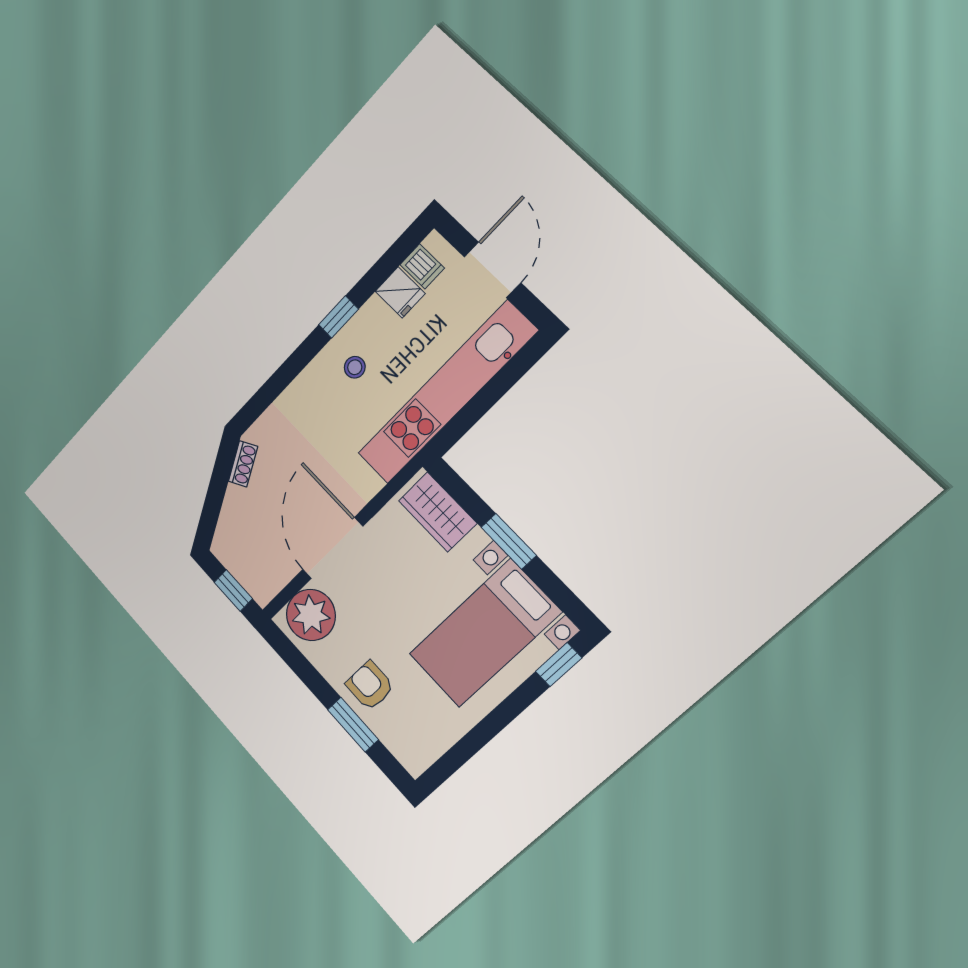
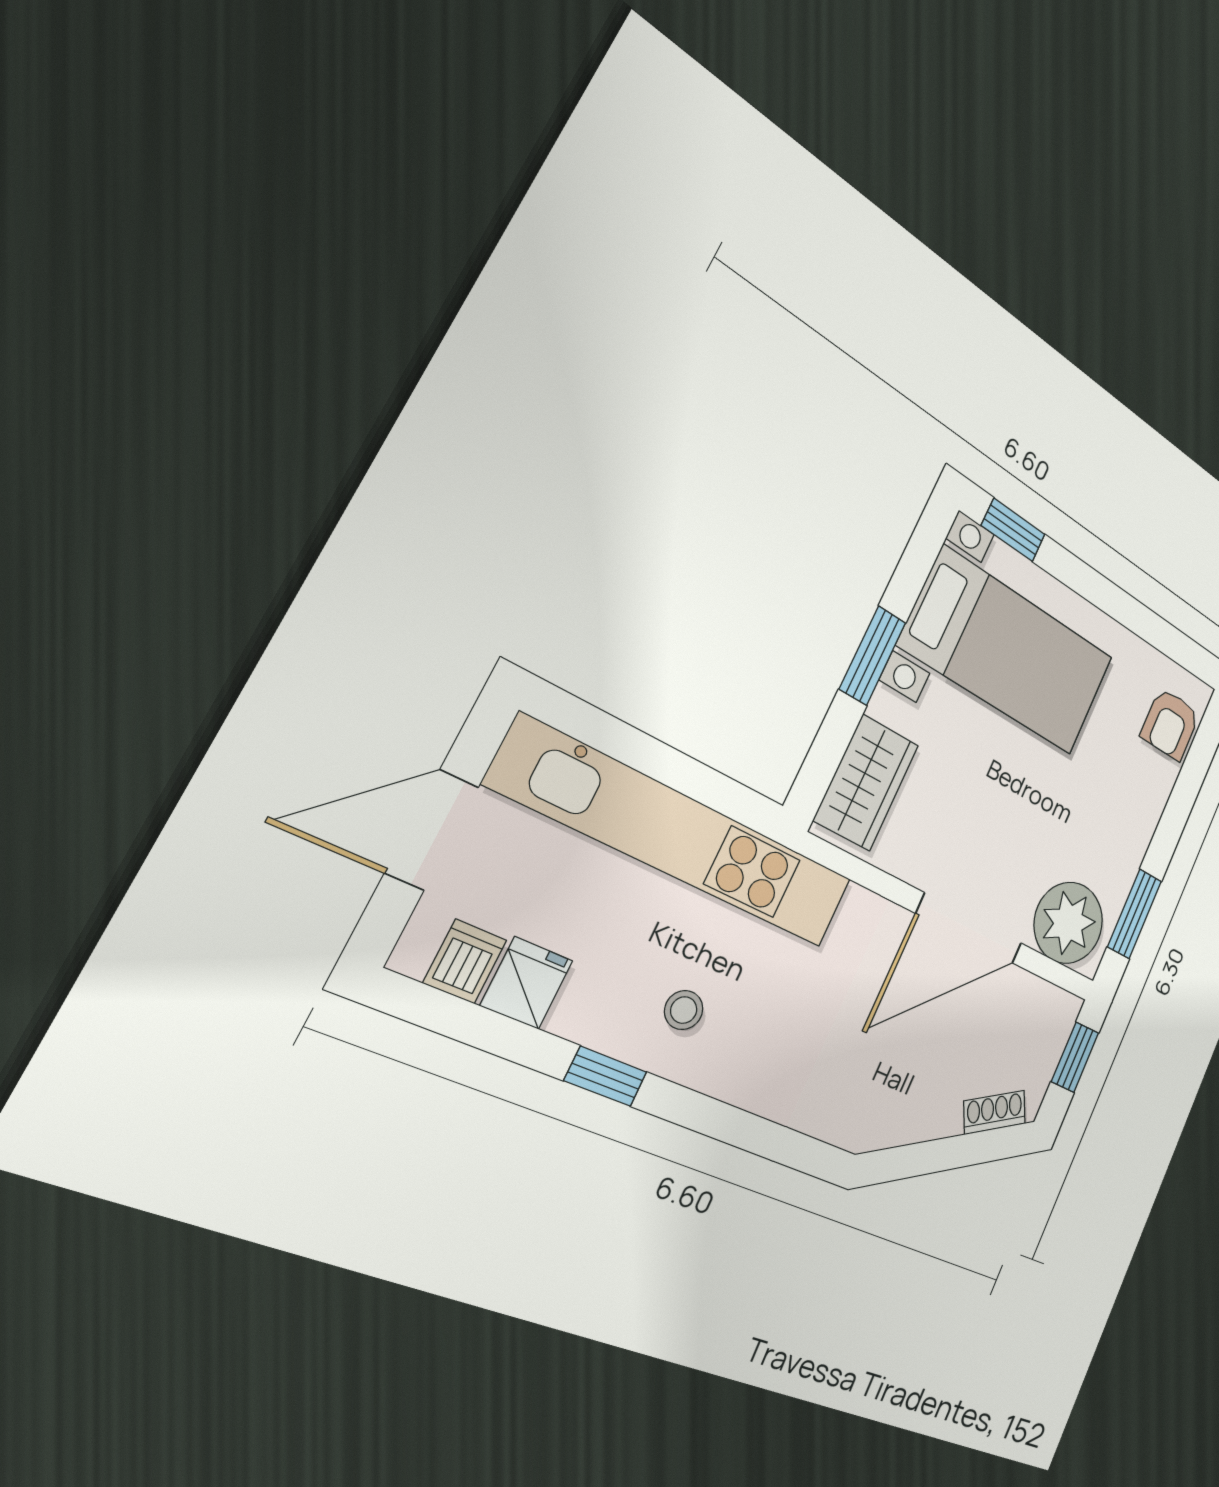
shoe rack: (243, 464) -> (995, 1112), moved
armchair: (370, 686) -> (1170, 724), moved
window: (353, 725) -> (1135, 914), moved

